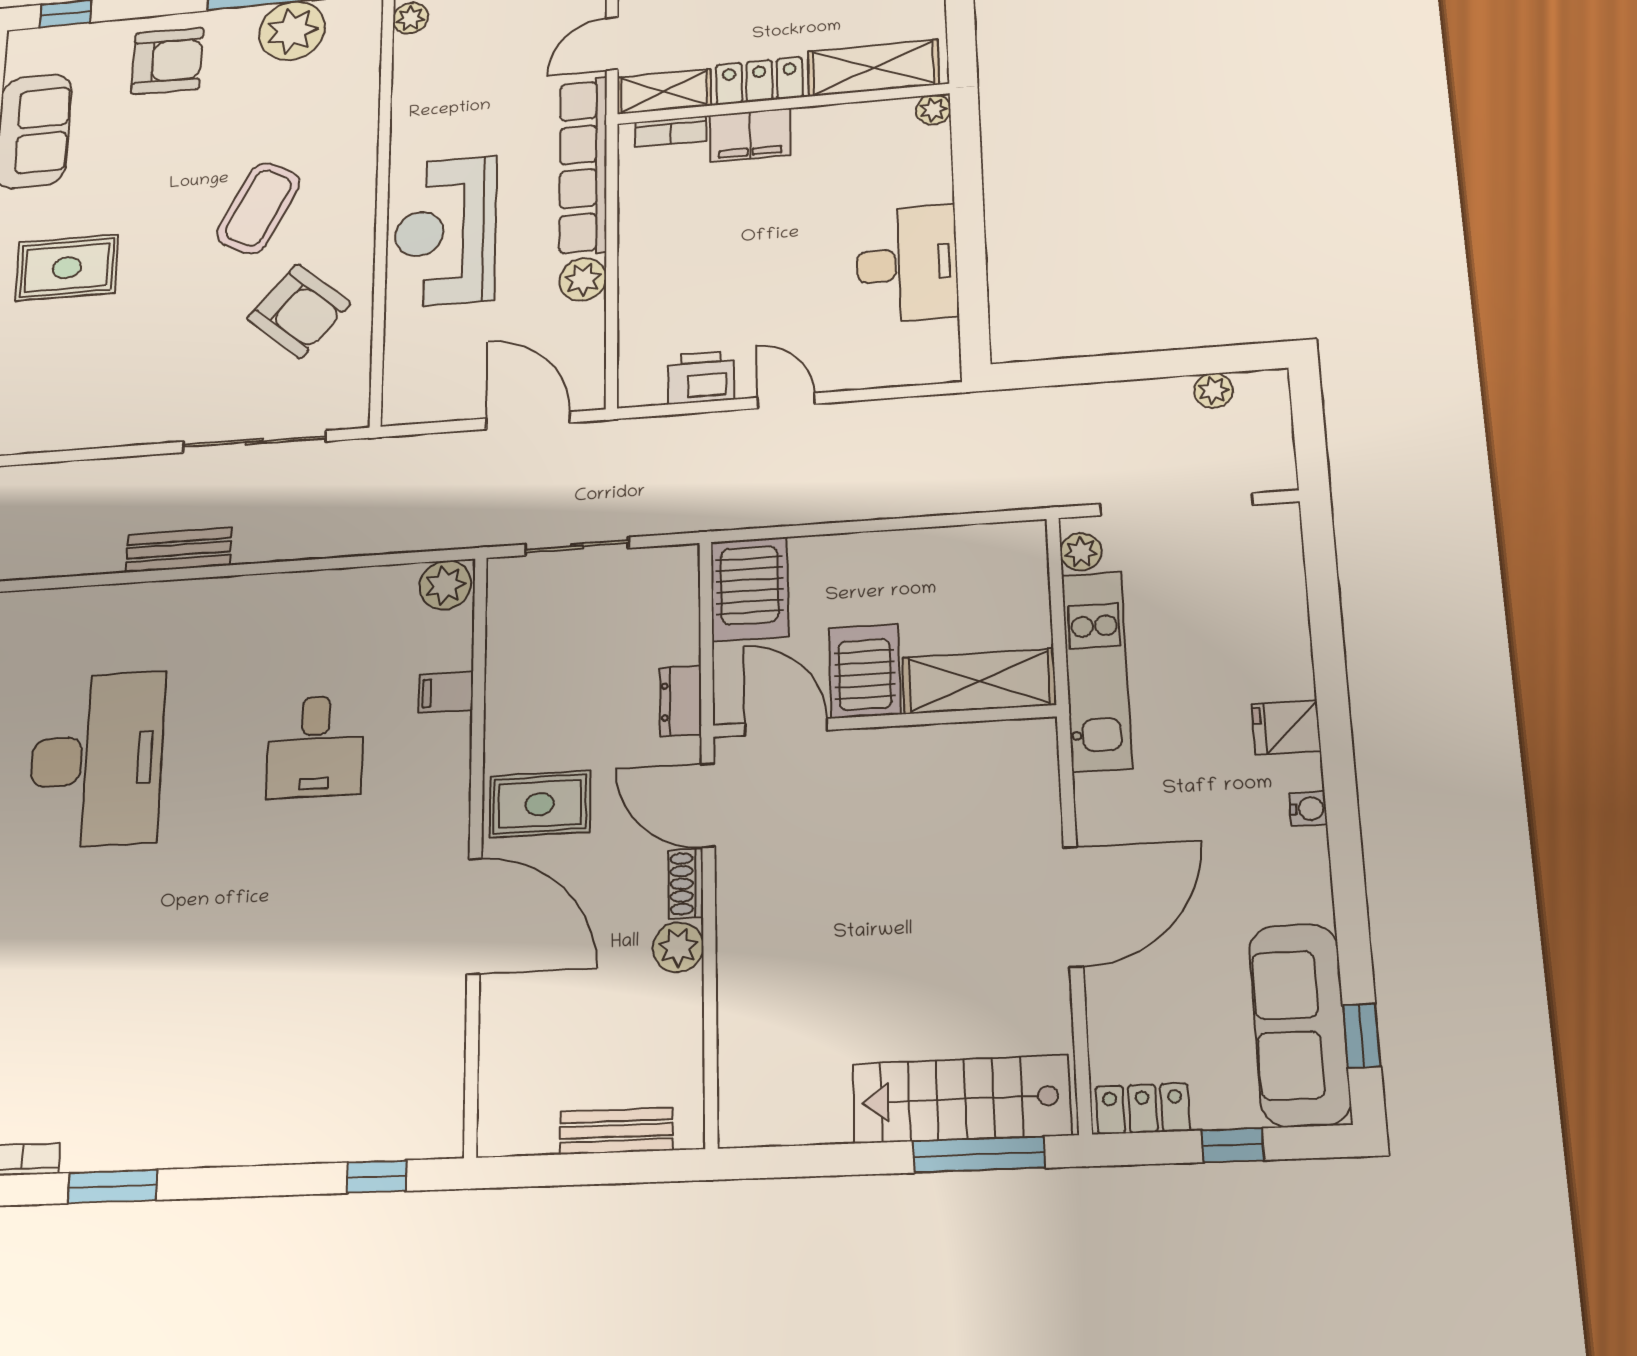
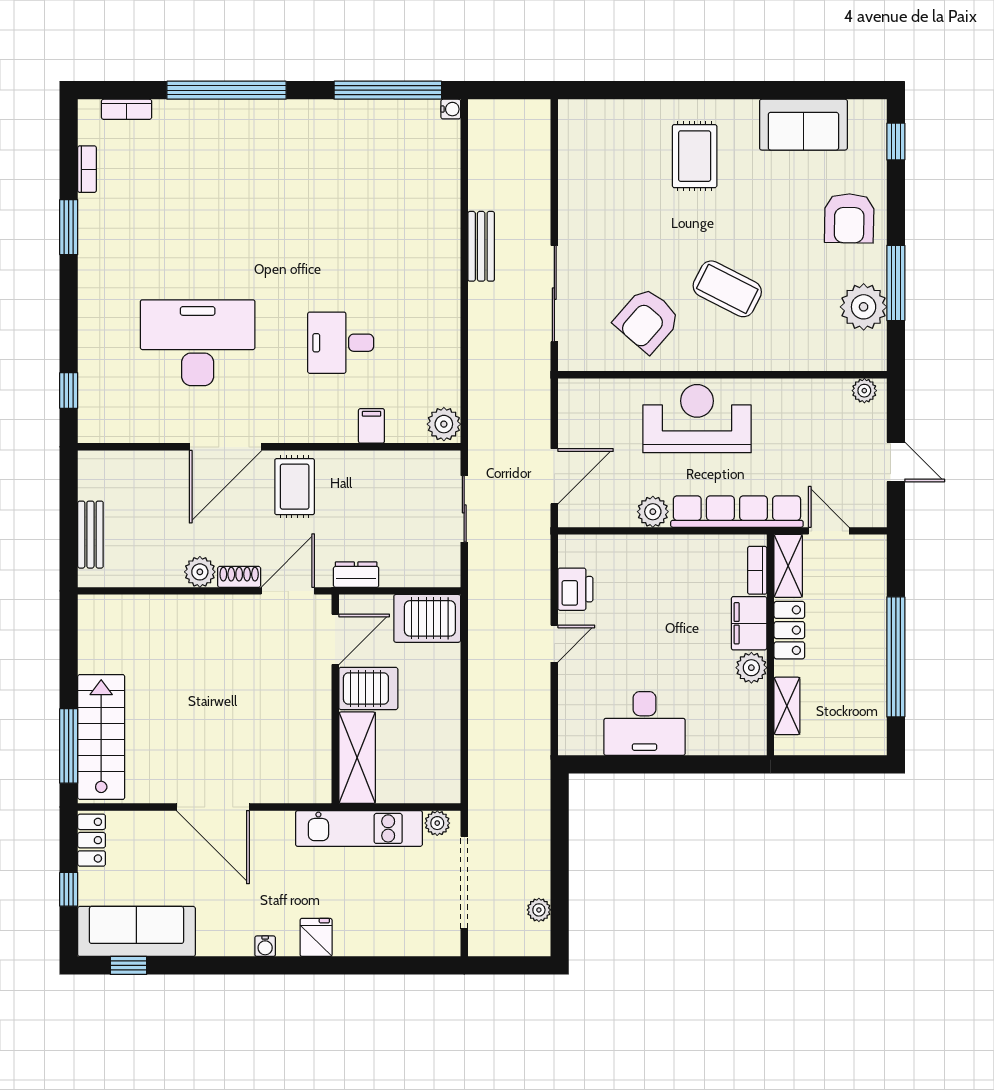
shelving: (873, 68) -> (787, 706), width x0.67, depth x0.75
plant: (933, 110) -> (751, 668), moved, width x1.38, depth x1.38
desk: (97, 760) -> (198, 343), moved, turned 180

